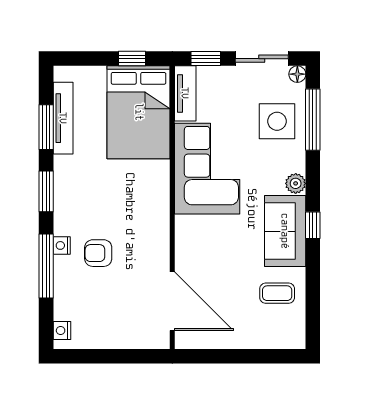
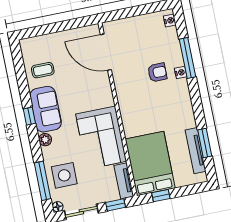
window: (46, 191) -> (197, 104), removed

